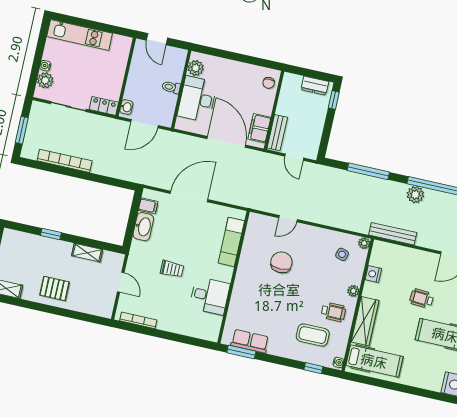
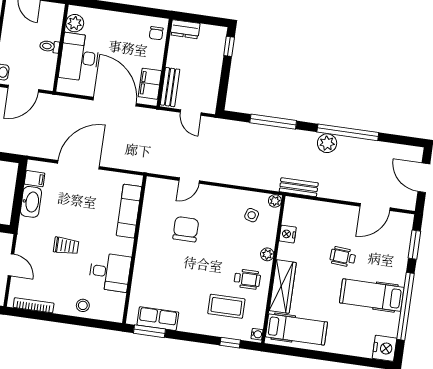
dresser: (315, 86) -> (185, 29), moved
bench: (393, 234) -> (299, 187), width x0.73
stool: (183, 324) -> (83, 305), added

